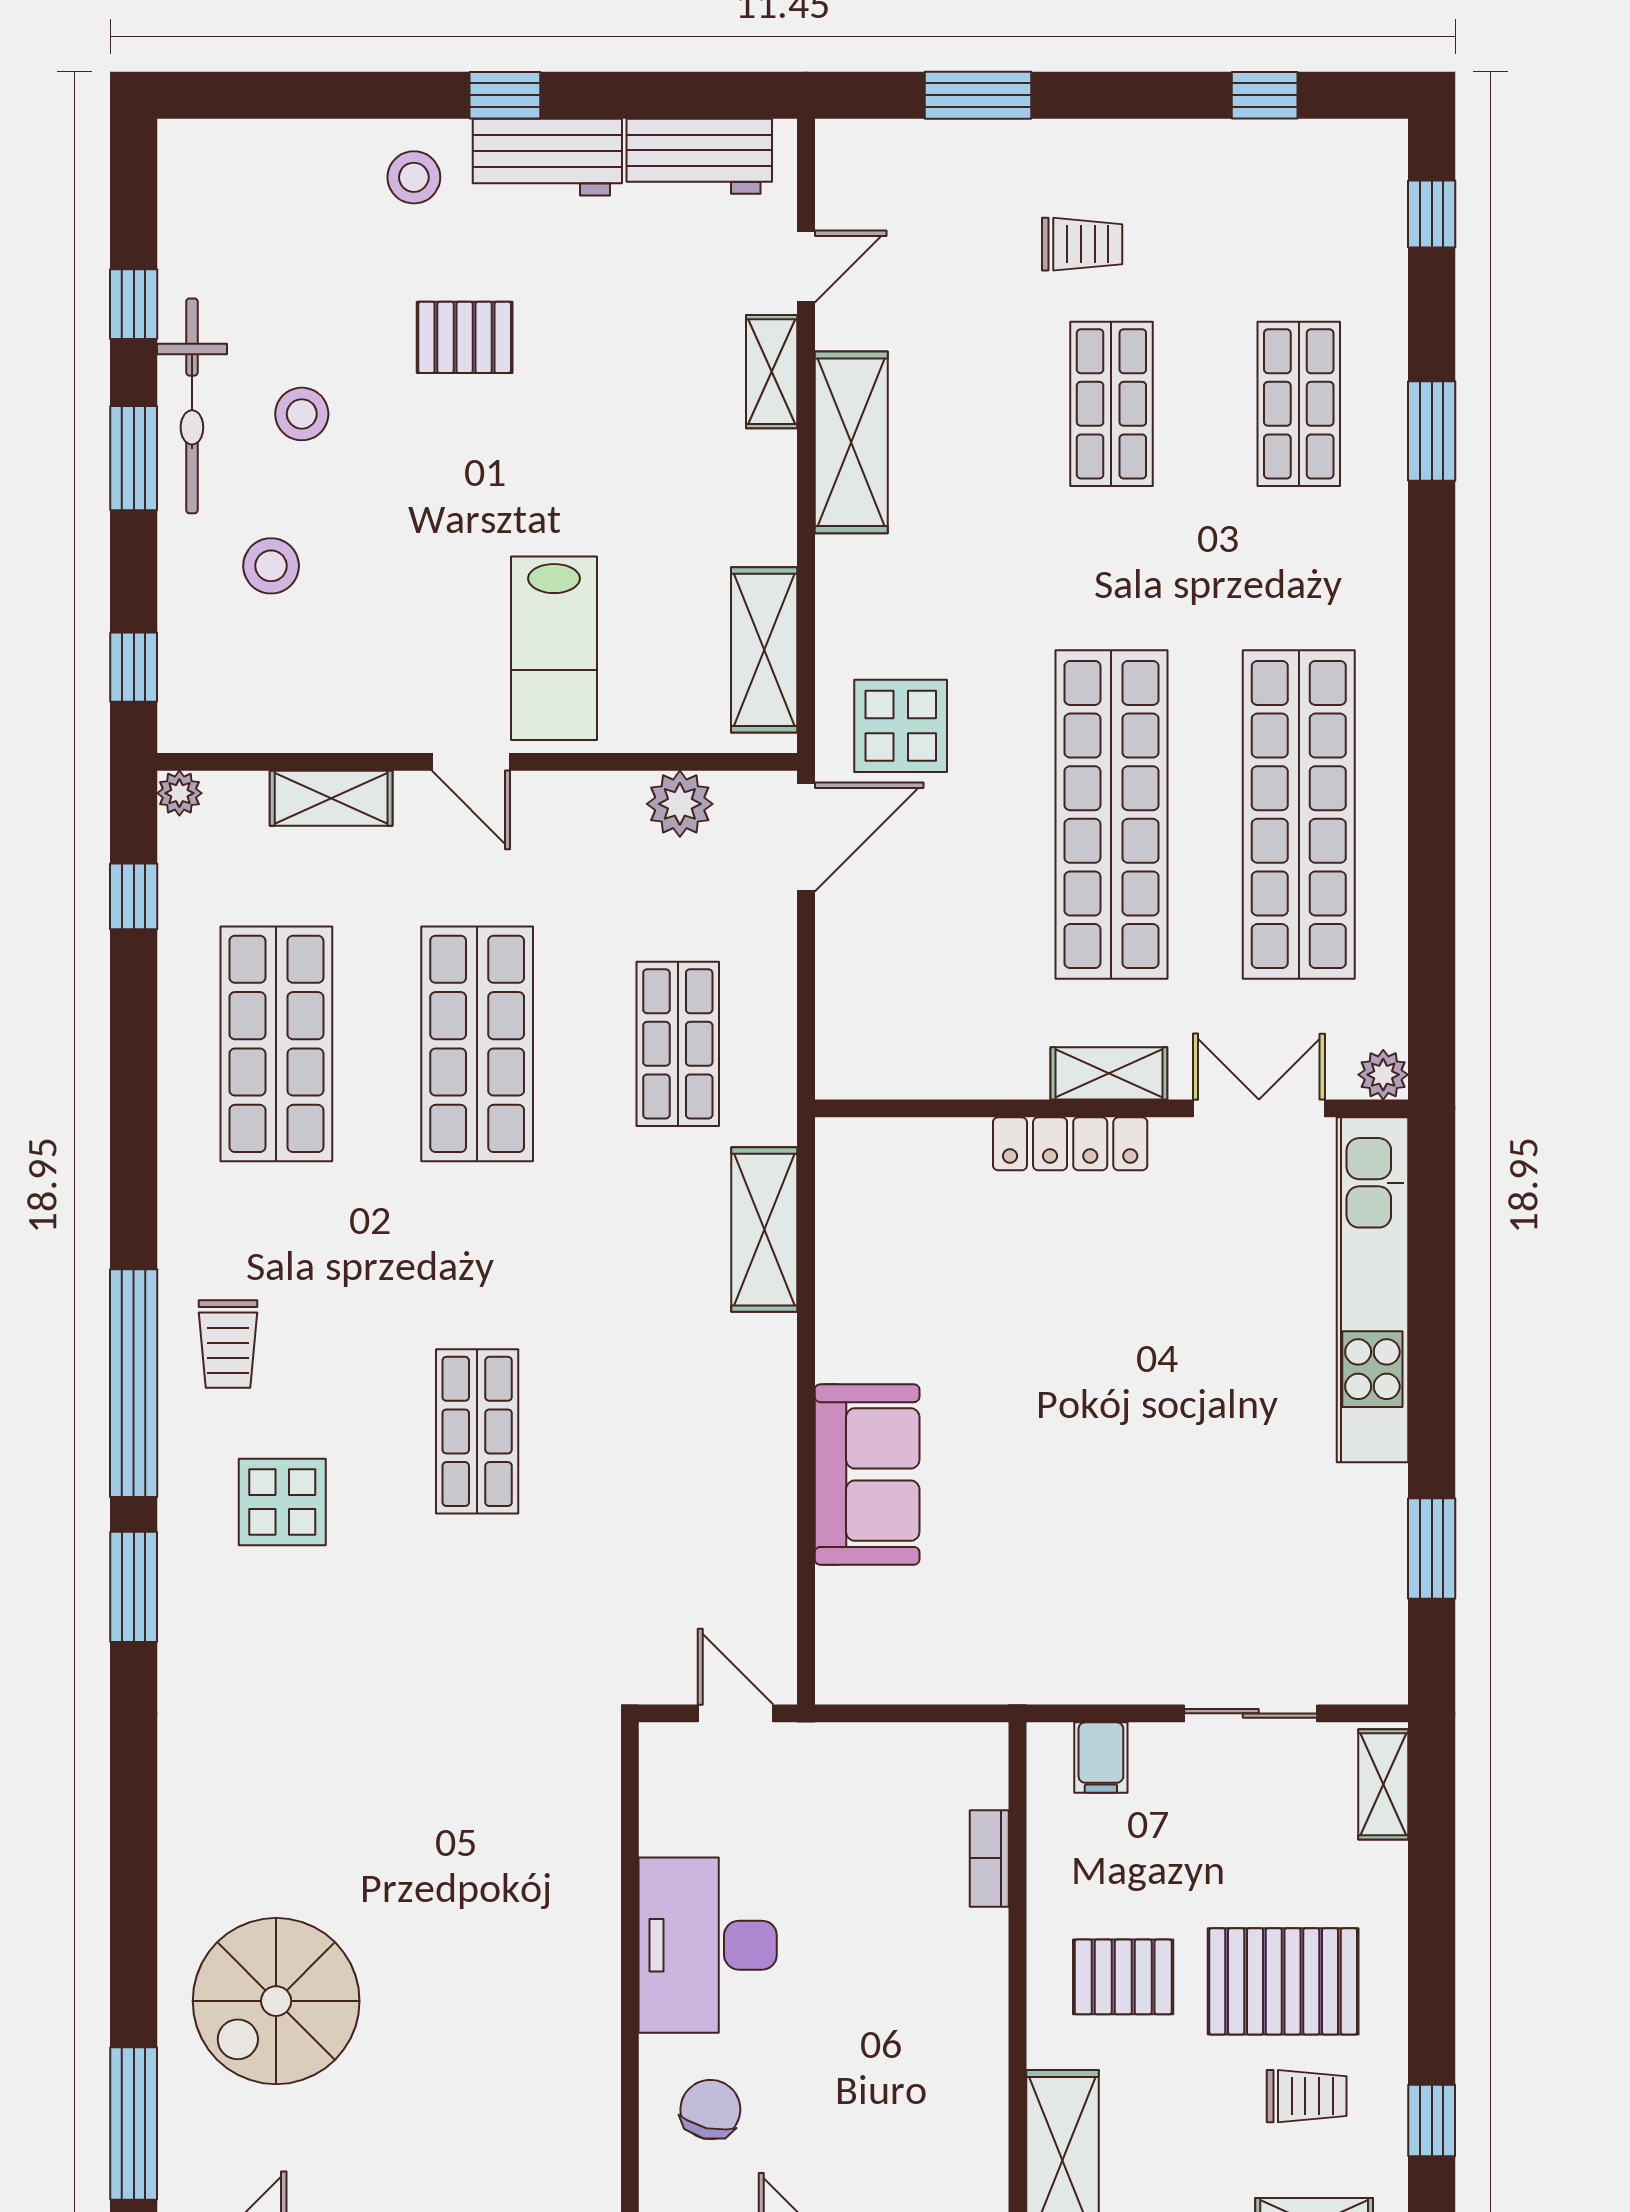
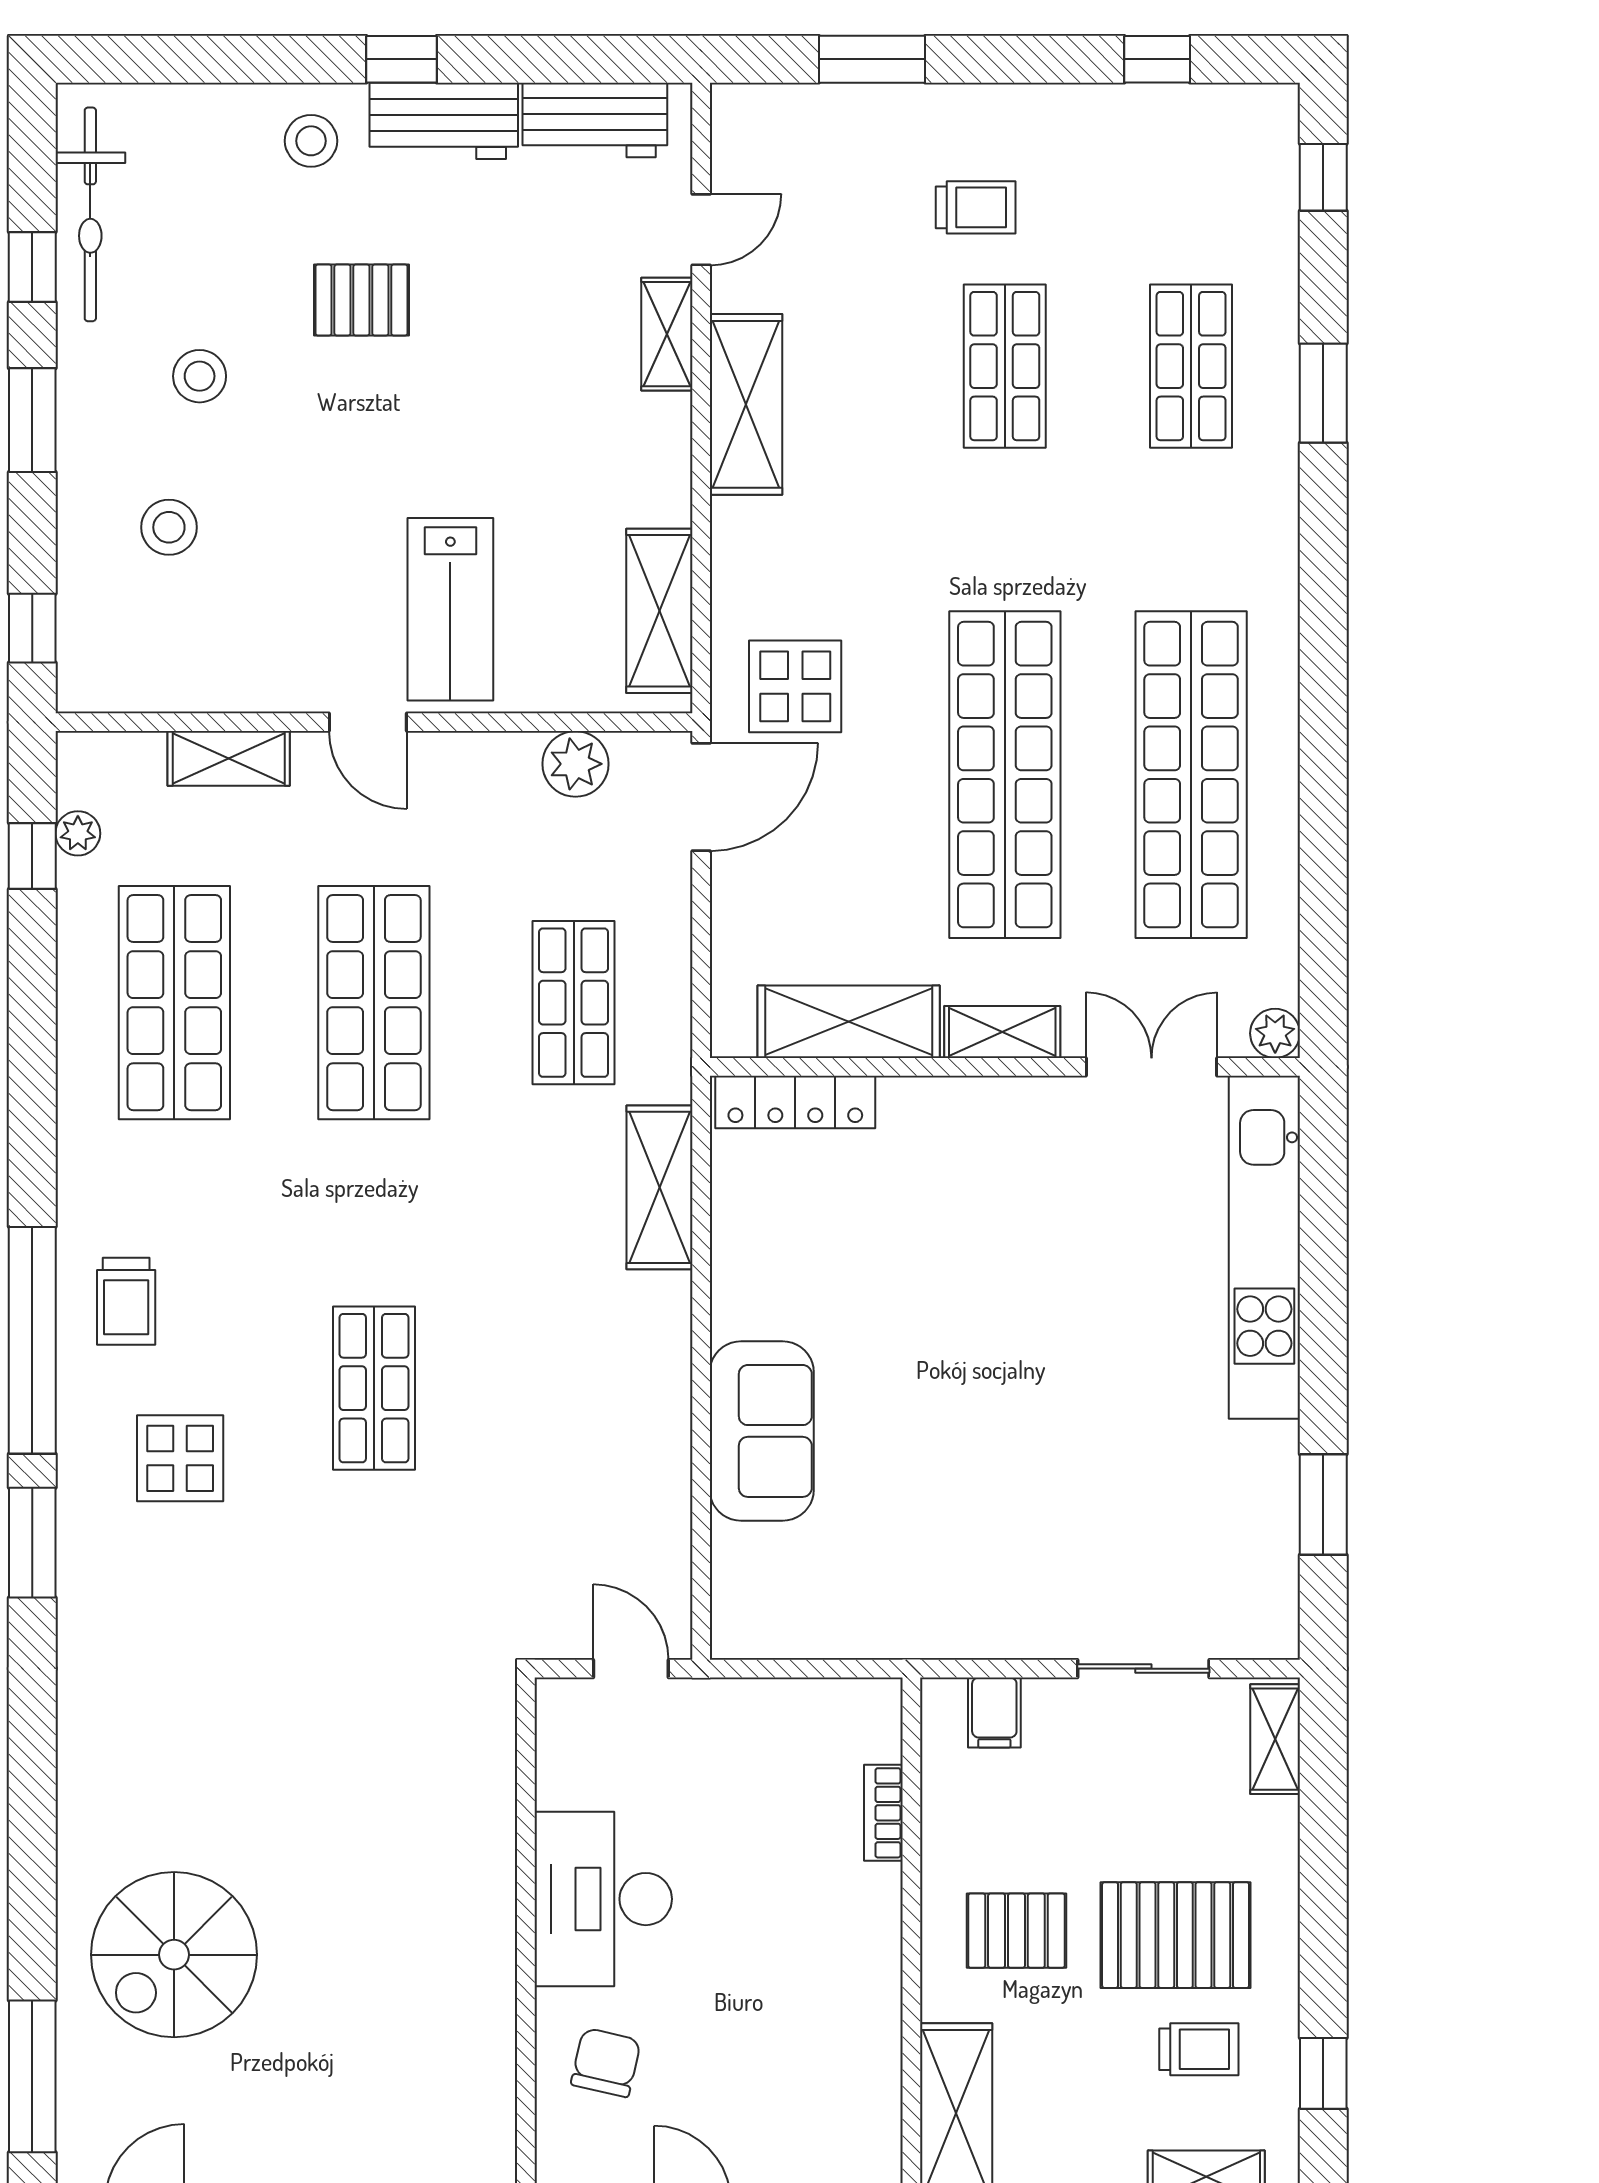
bicycle: (192, 406) -> (90, 214), moved
plant: (179, 793) -> (78, 833), moved
shelving: (954, 1063) -> (849, 1022), added
locker: (1070, 1144) -> (795, 1102), moved

